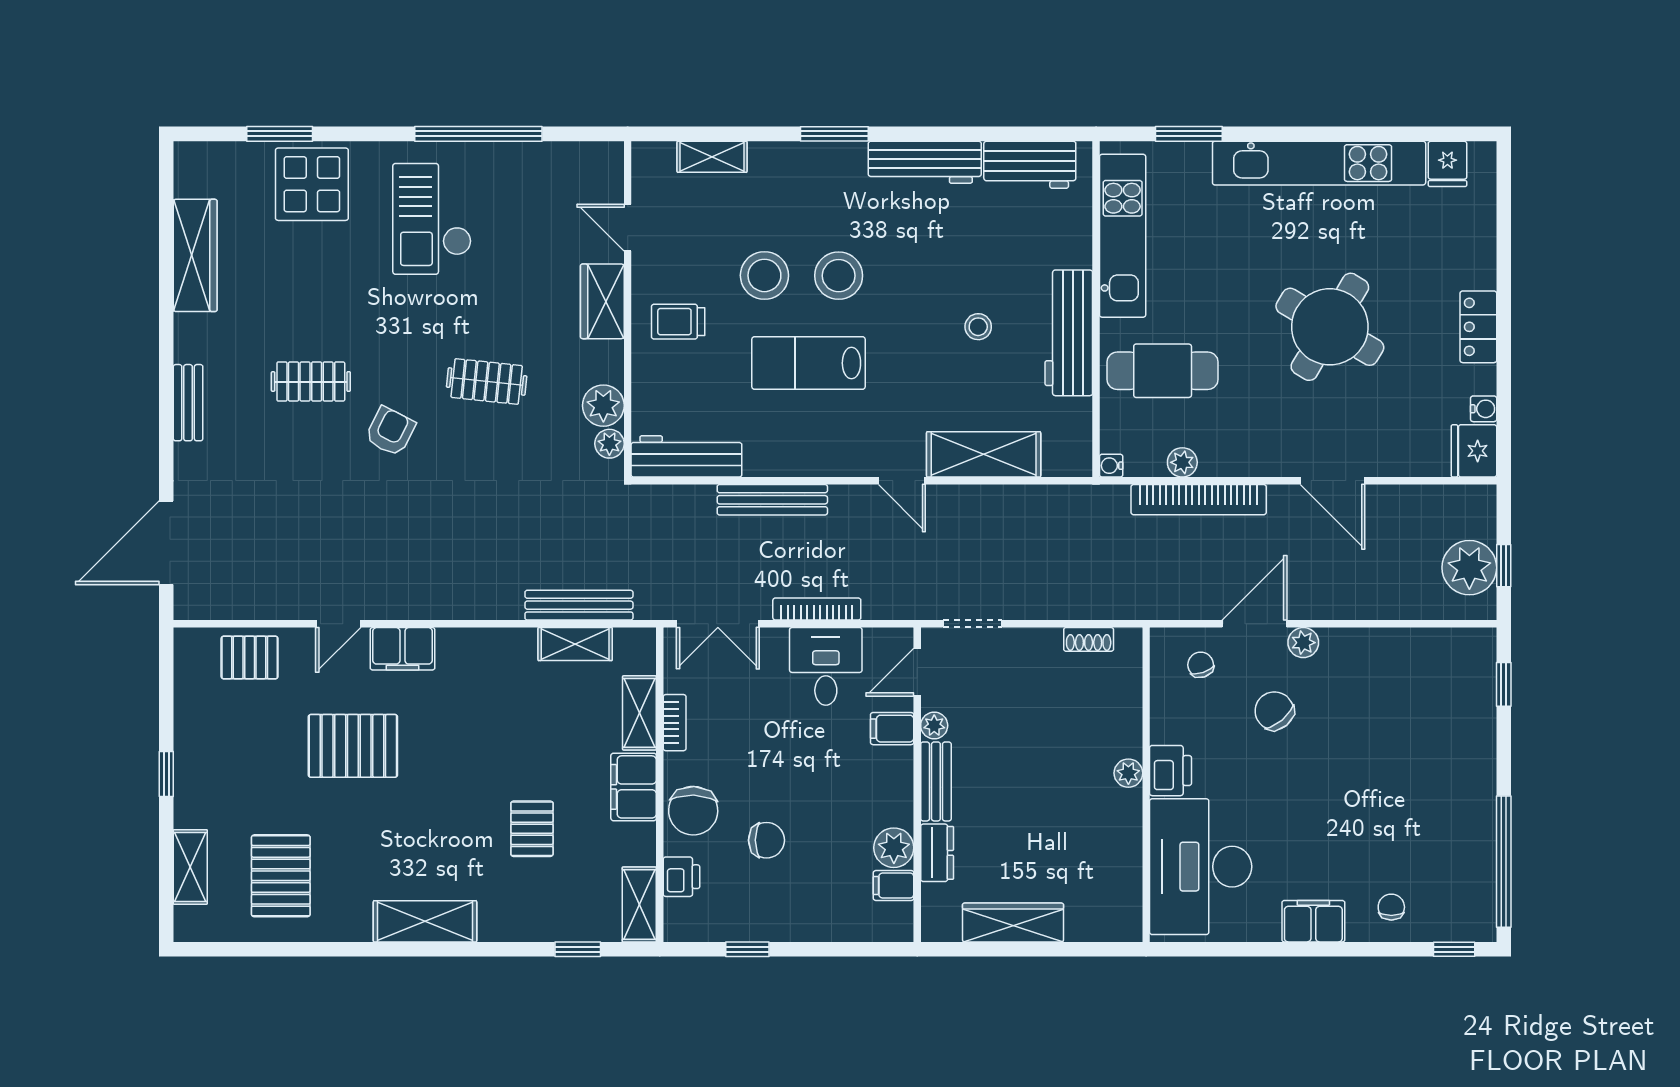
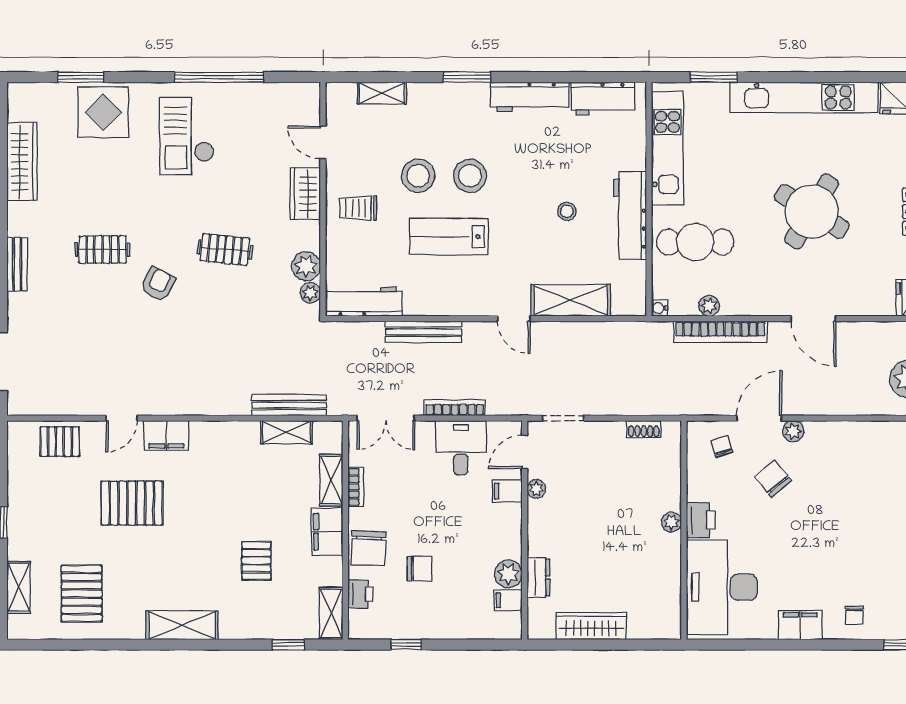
bench: (936, 781) -> (538, 528), removed
chair: (1391, 907) -> (854, 615), turned 180

